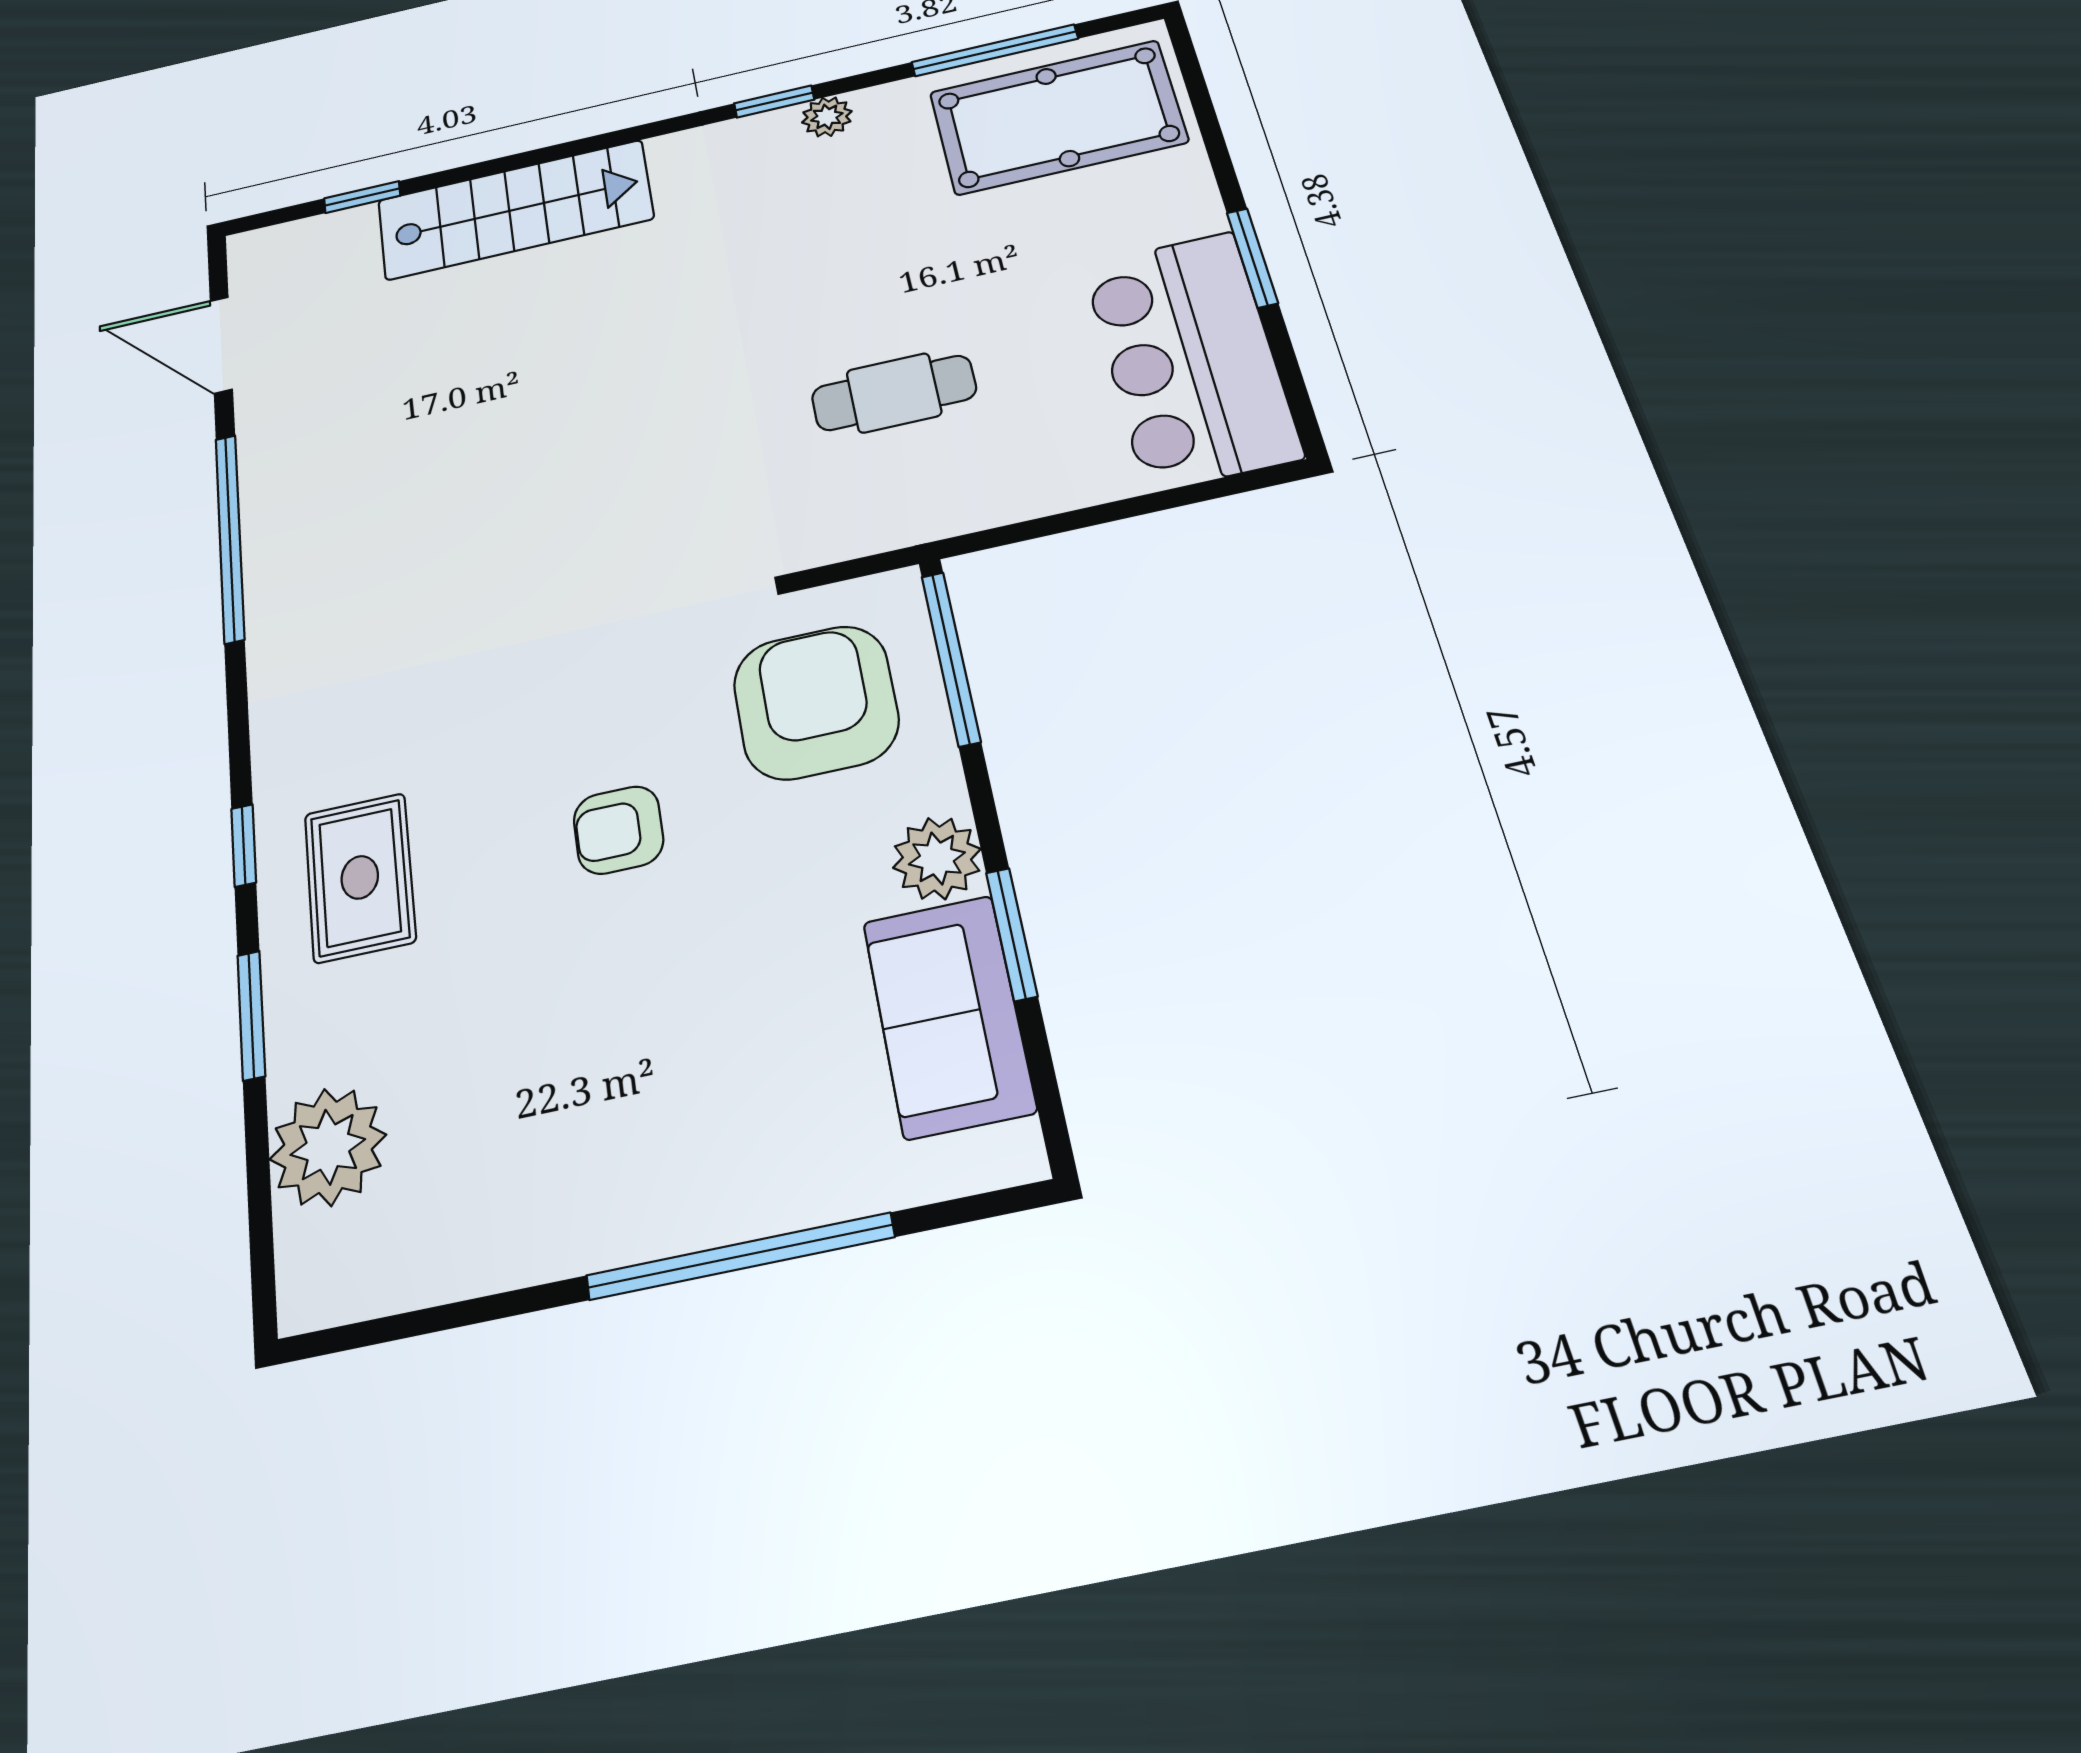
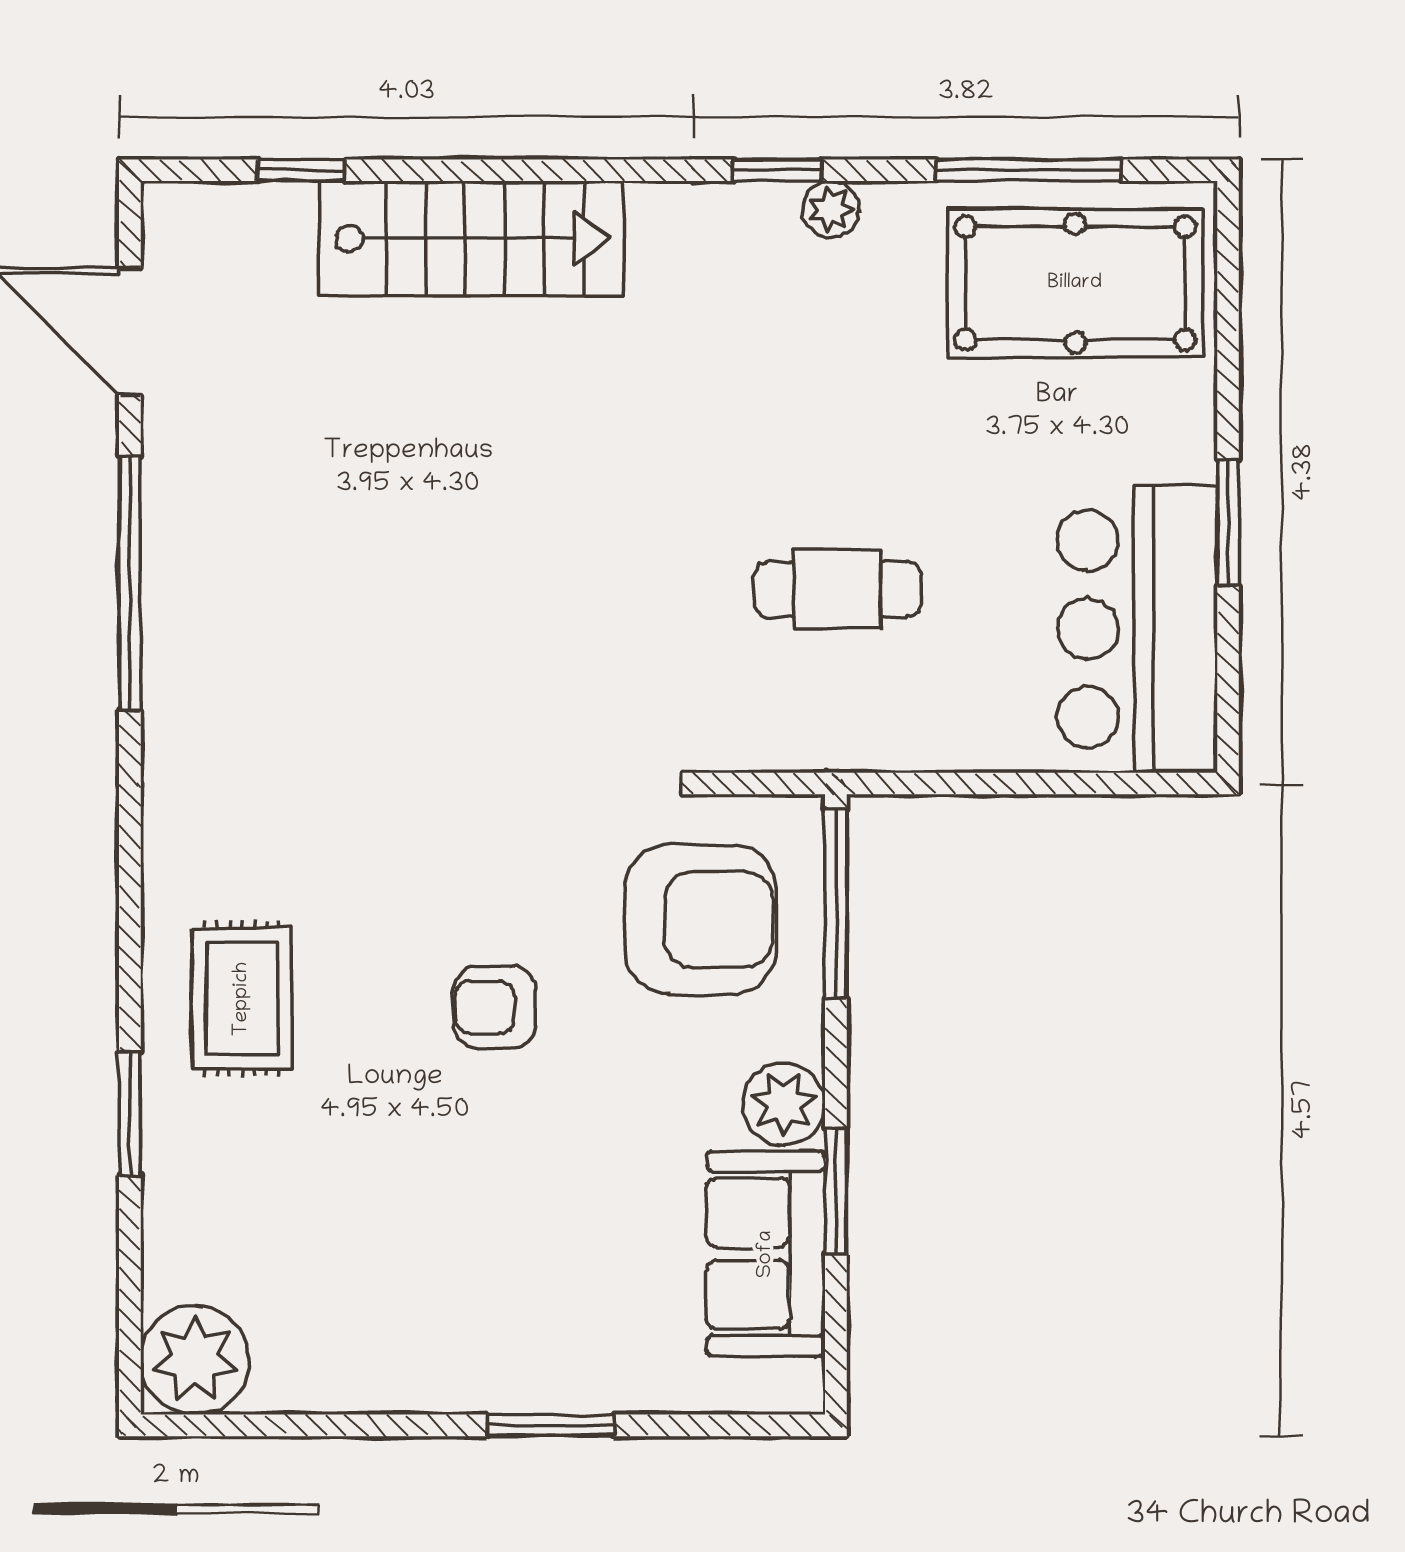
armchair: (816, 702) -> (700, 919), turned 90
window: (244, 845) -> (130, 939), removed
plant: (328, 1147) -> (195, 1360), moved
window: (740, 1256) -> (550, 1425), width x0.47

